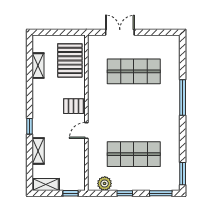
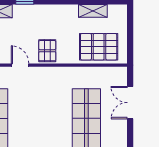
double door: (120, 32) -> (130, 103), swing flipped

